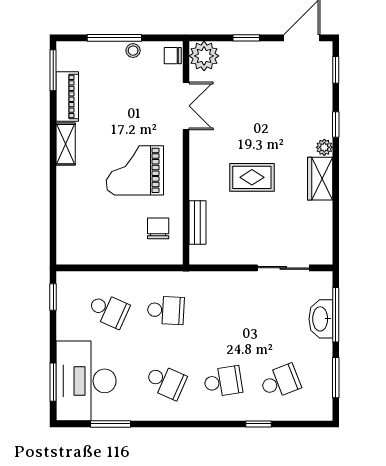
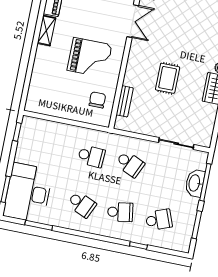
grand piano: (135, 170) -> (90, 58), turned 180
rug: (252, 177) -> (168, 78), turned 90
school desk: (109, 310) -> (130, 164), moved

